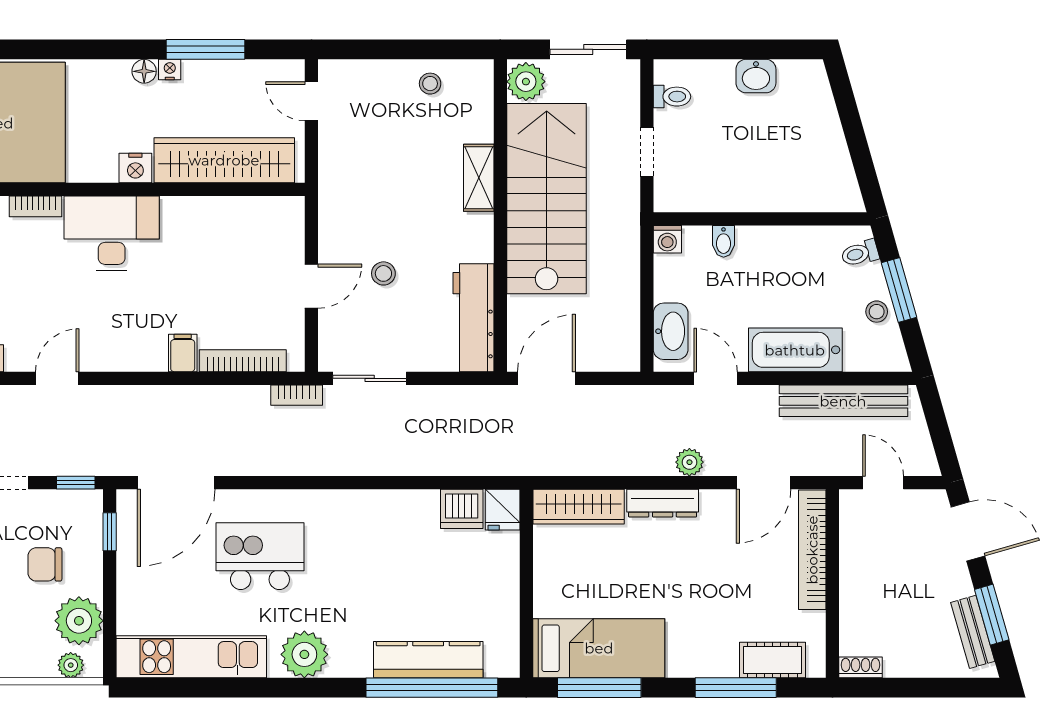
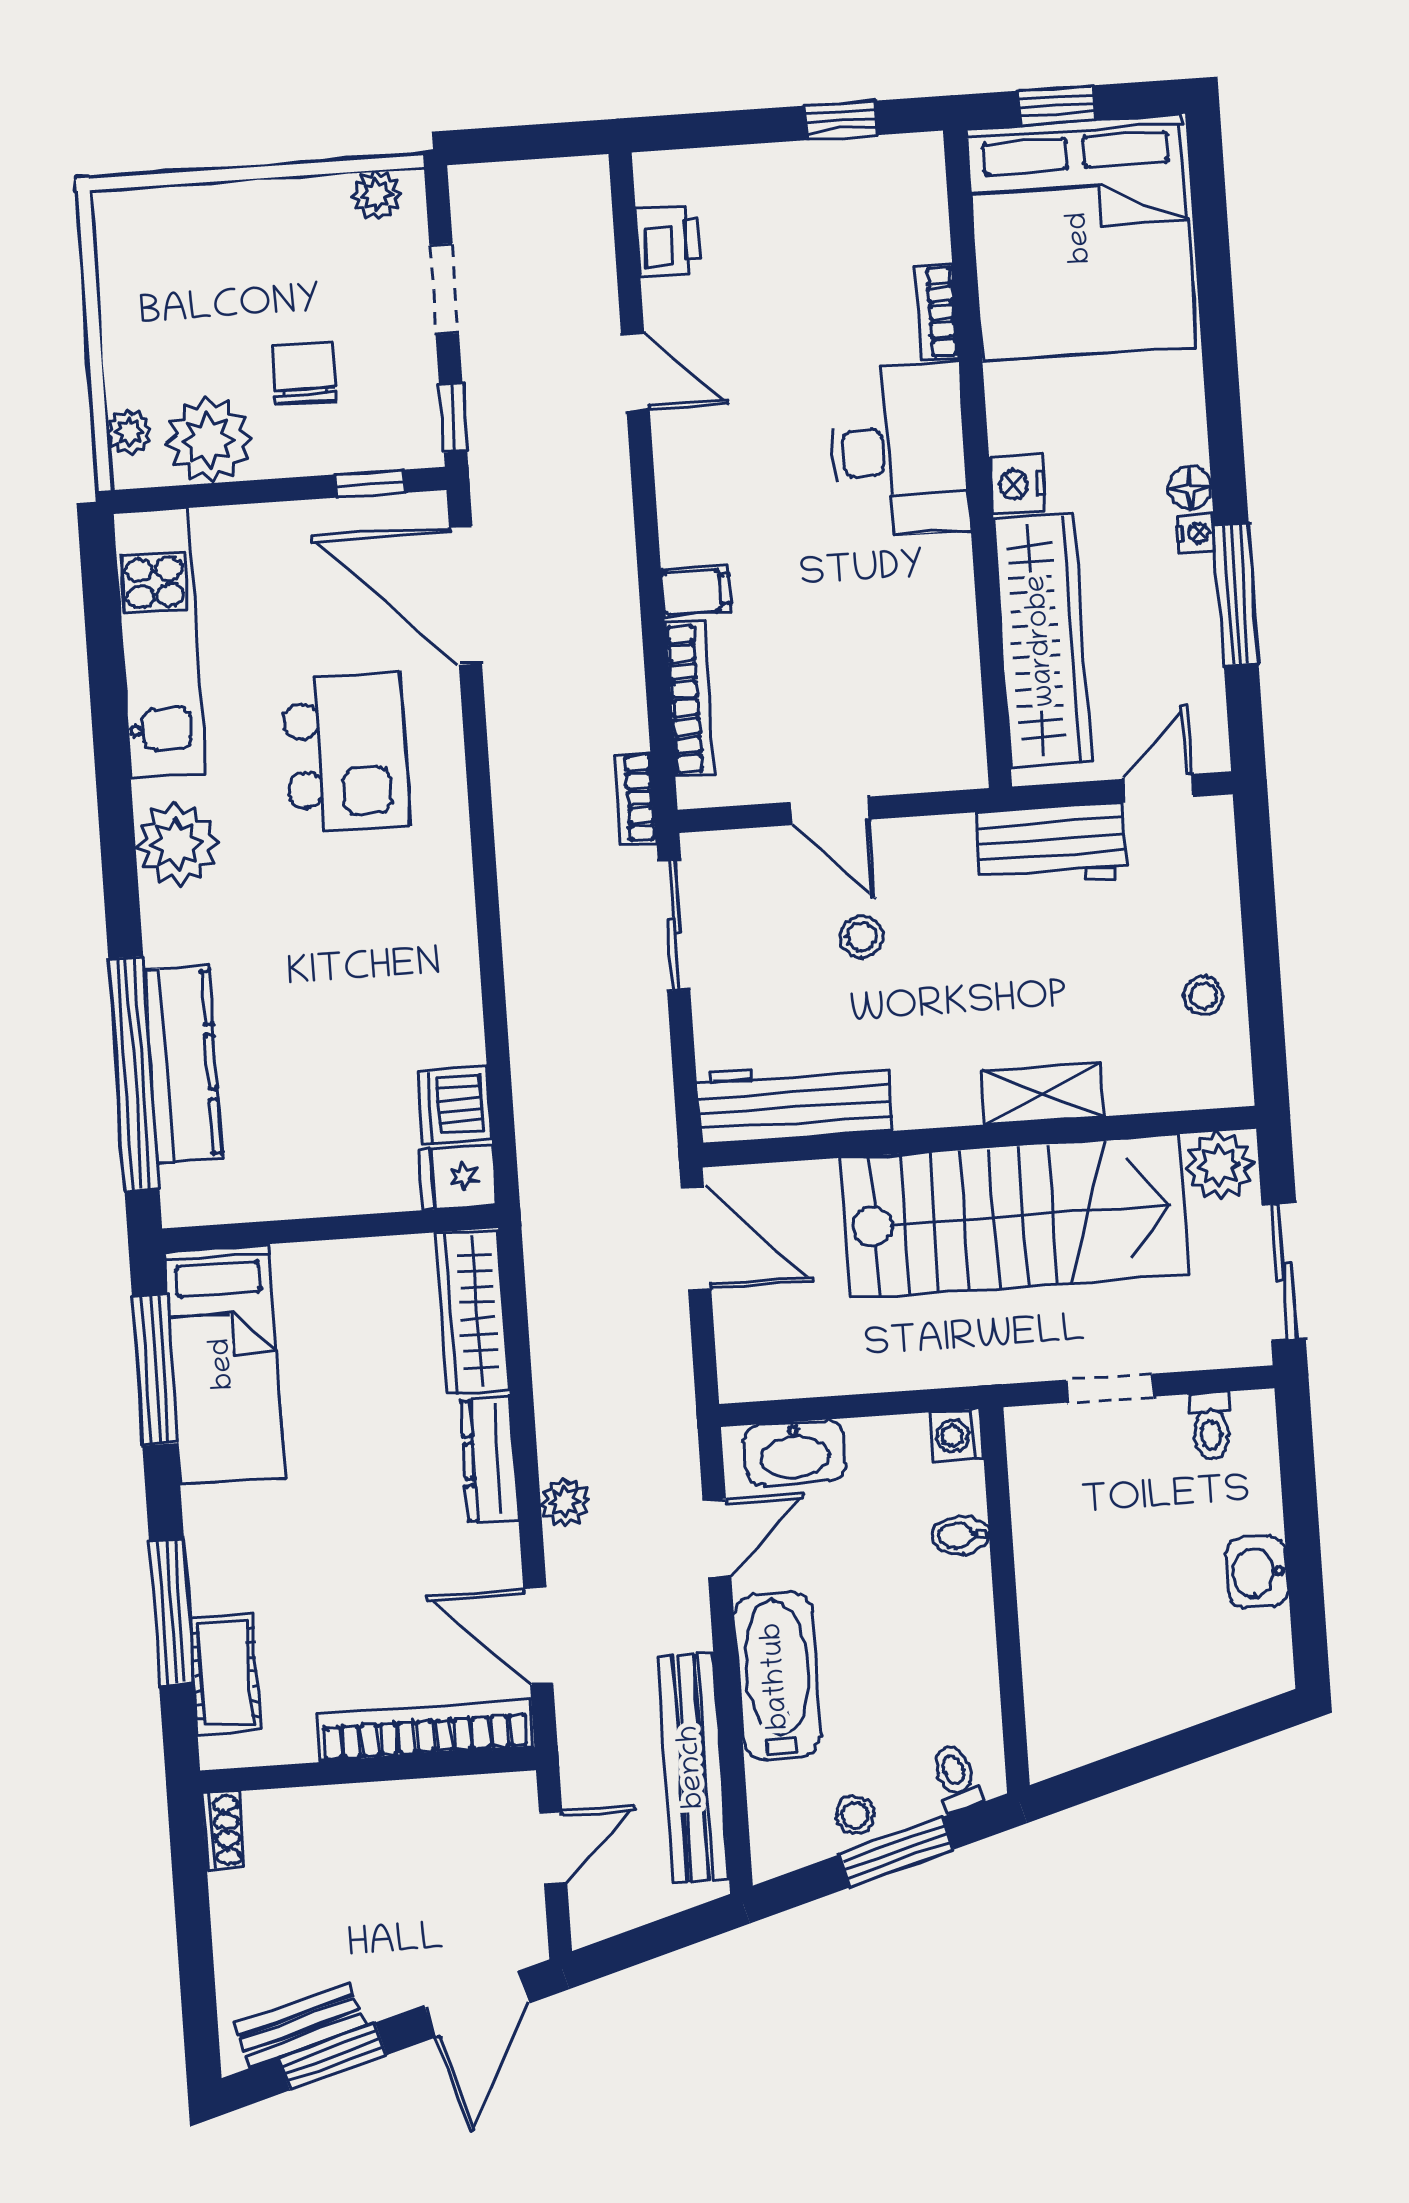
workbench: (339, 163) -> (1051, 845), added

